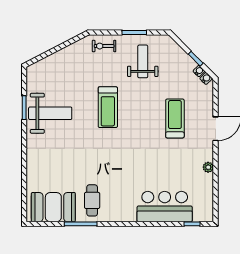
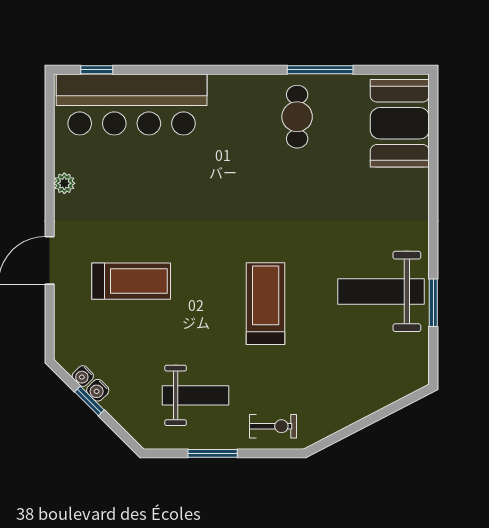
weight bench: (143, 61) -> (196, 395), turned -90
water cooler: (206, 78) -> (98, 390), moved
treadmill: (175, 118) -> (131, 281), turned -90
booth: (53, 207) -> (400, 123), moved, turned 90
bar counter: (165, 207) -> (132, 104), width x1.36

